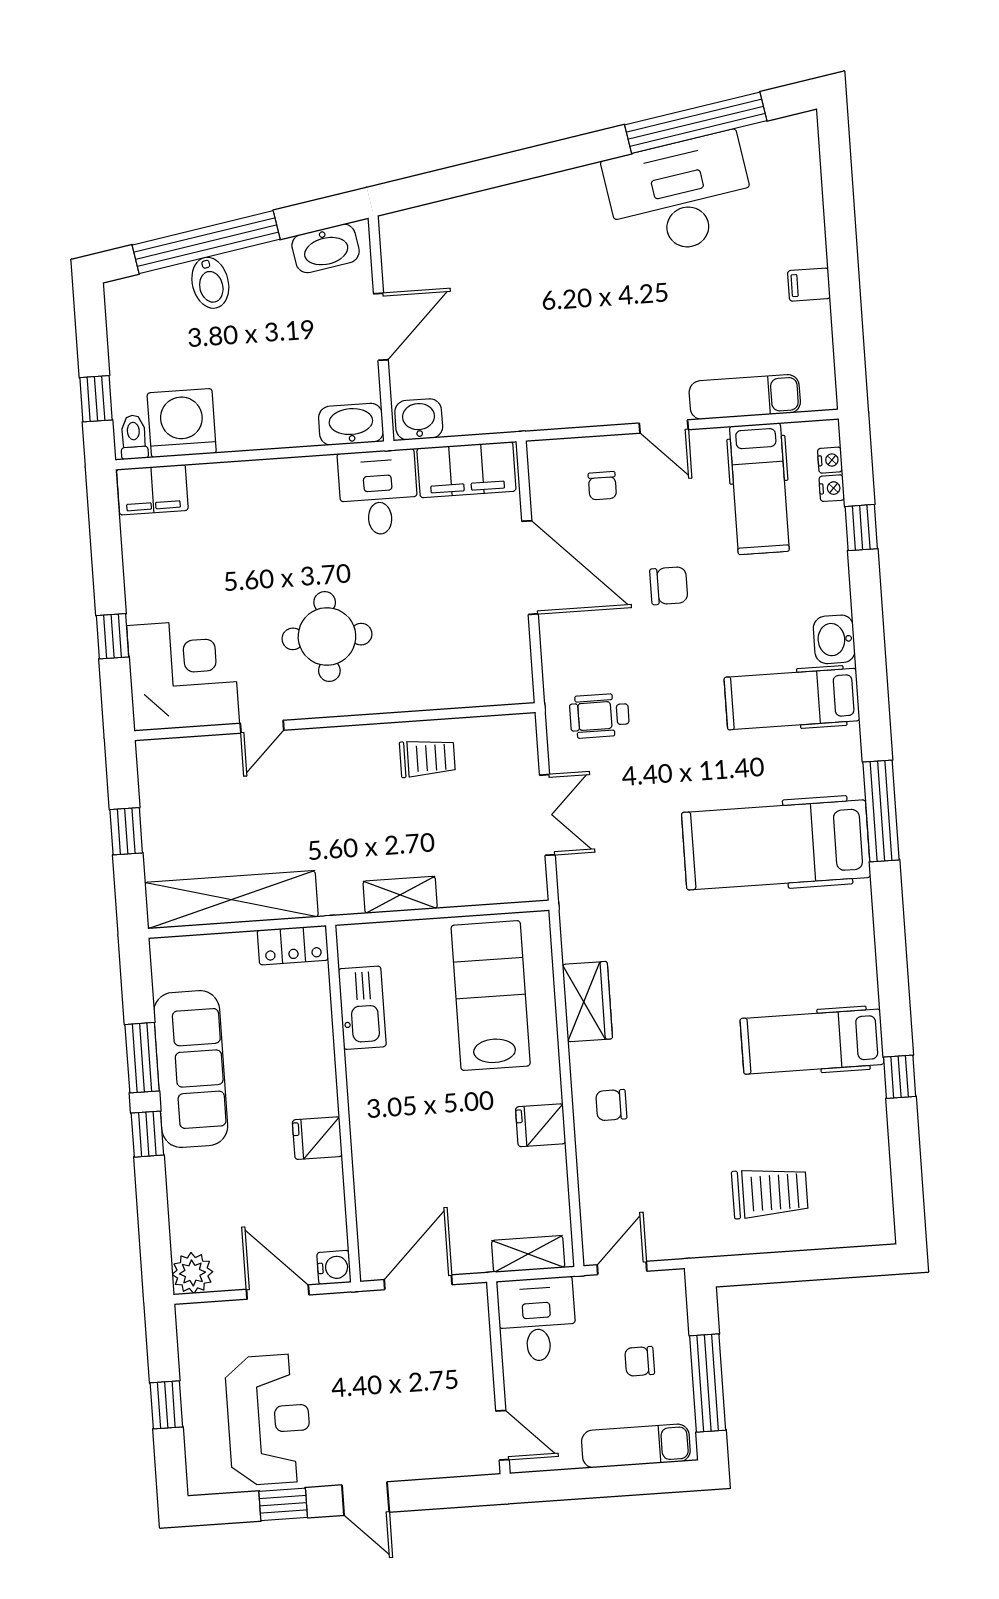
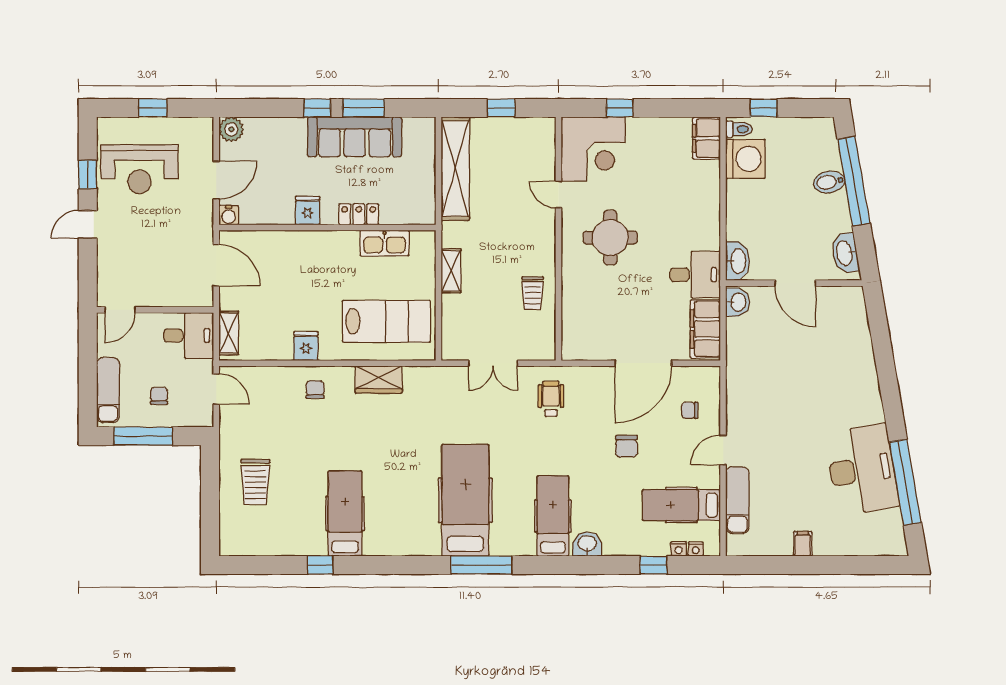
locker: (293, 945) -> (359, 214), moved, turned 90

